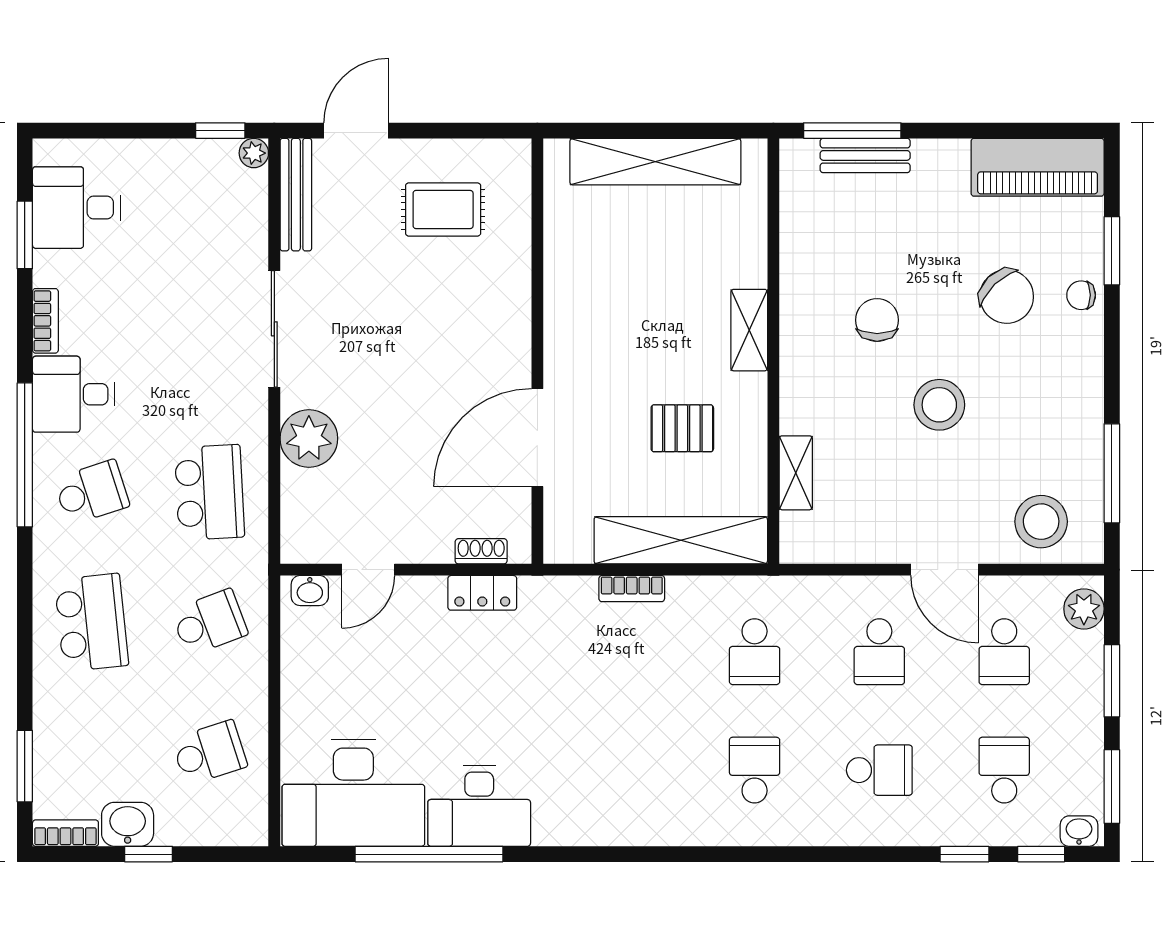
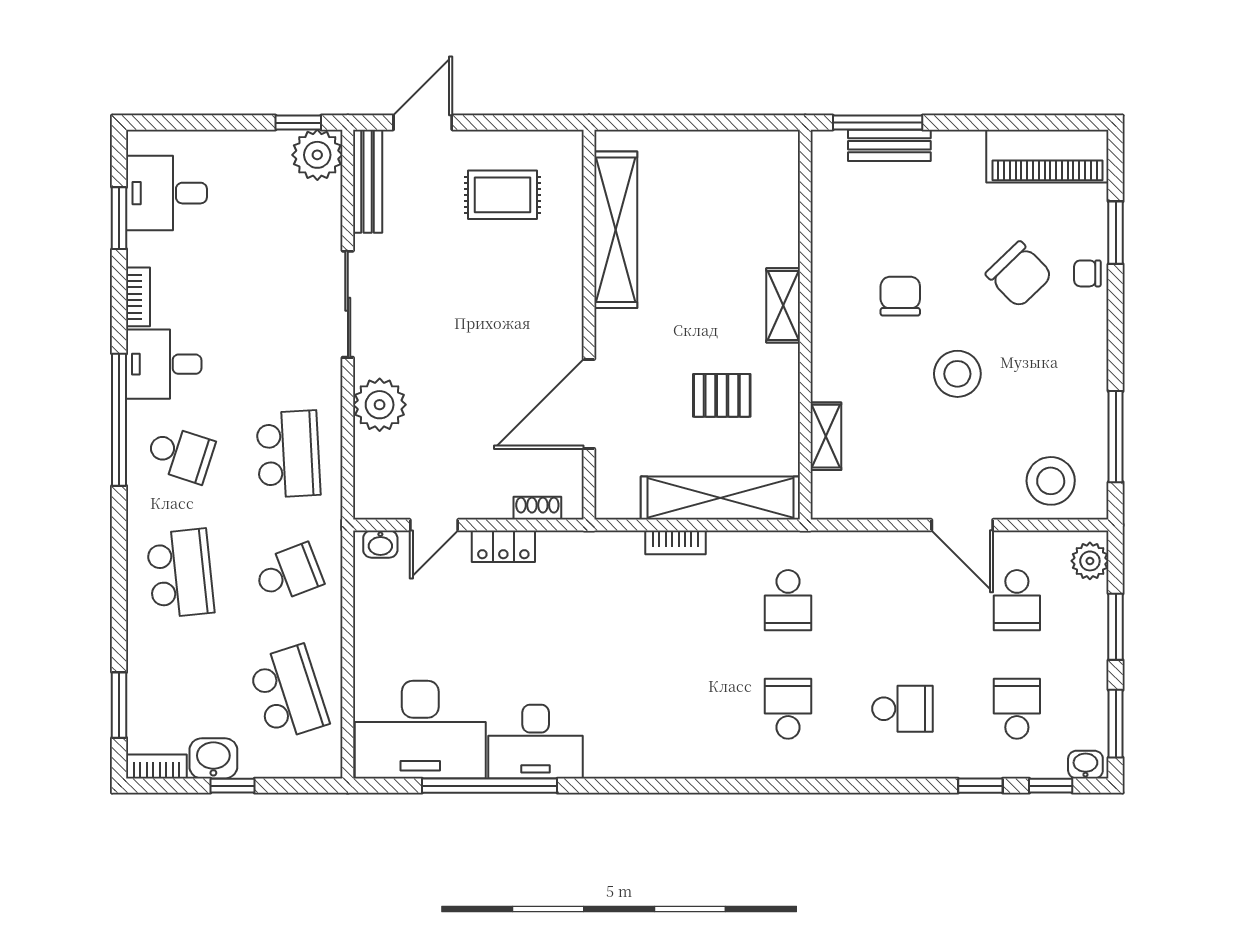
plant: (254, 153) -> (317, 155), width x1.88, depth x1.88
shelving: (655, 162) -> (616, 230), moved, turned 90
school desk: (92, 492) -> (180, 454), turned 36
locker: (482, 593) -> (503, 546), moved
school desk: (879, 652) -> (902, 600), removed
school desk: (209, 753) -> (288, 693), width x1.85

